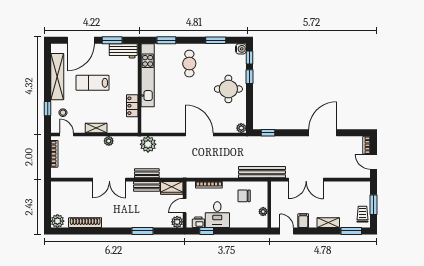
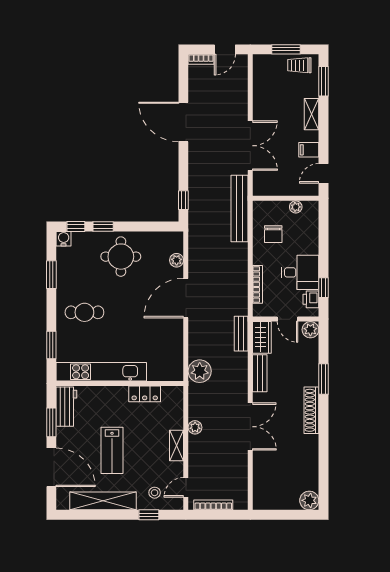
plant: (241, 128) -> (177, 260), moved
bench: (147, 173) -> (241, 334), moved
shoe rack: (85, 223) -> (311, 410), moved

